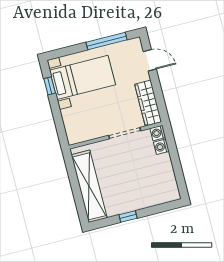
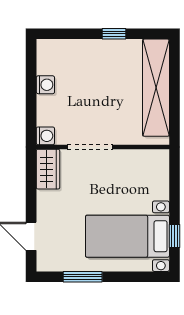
window: (107, 41) -> (83, 277), width x0.69
wardrobe: (148, 103) -> (48, 169), width x0.67
washing machine: (161, 147) -> (45, 85), moved

